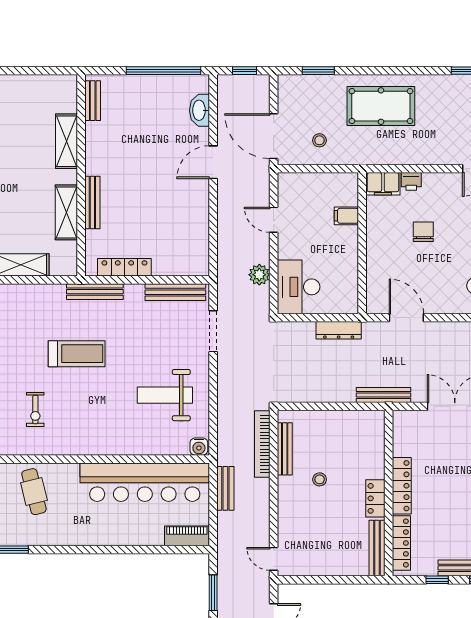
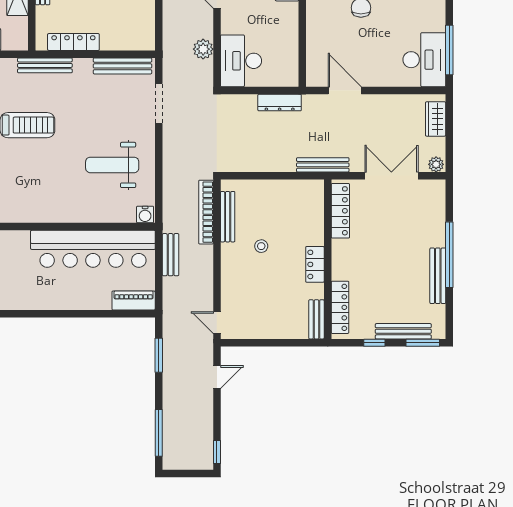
locker: (402, 486) -> (340, 211), moved
bench: (377, 548) -> (316, 319), width x0.73

